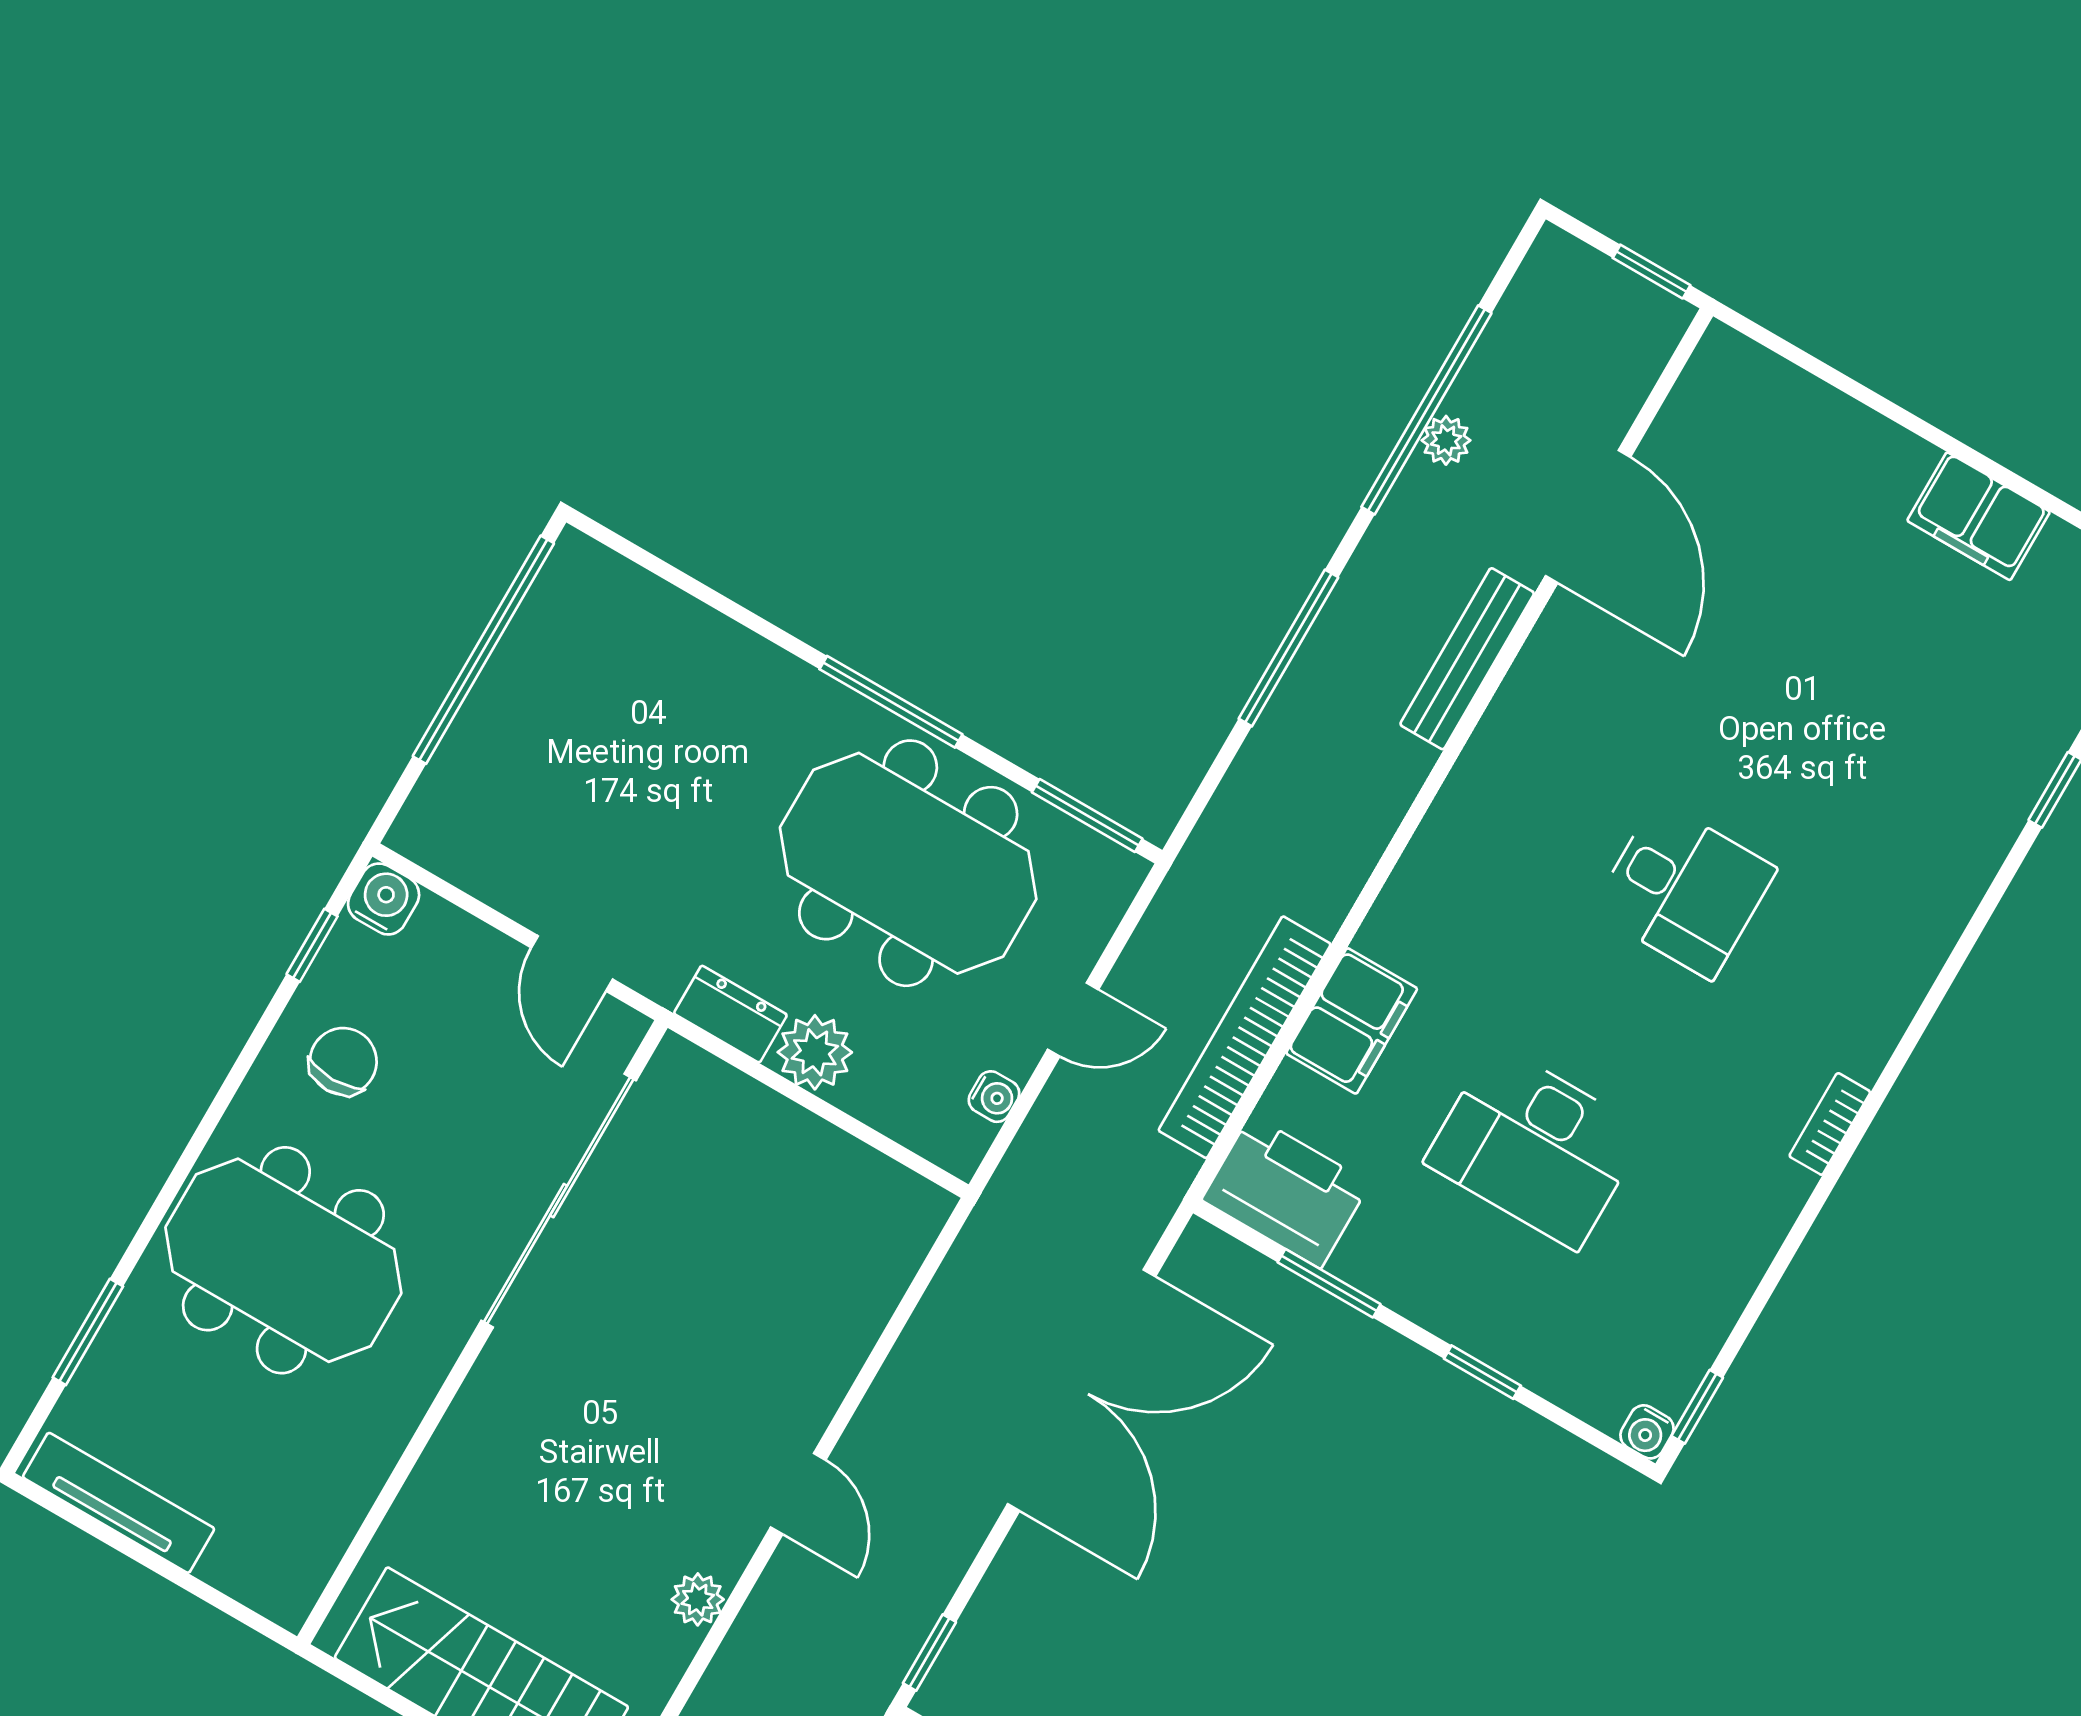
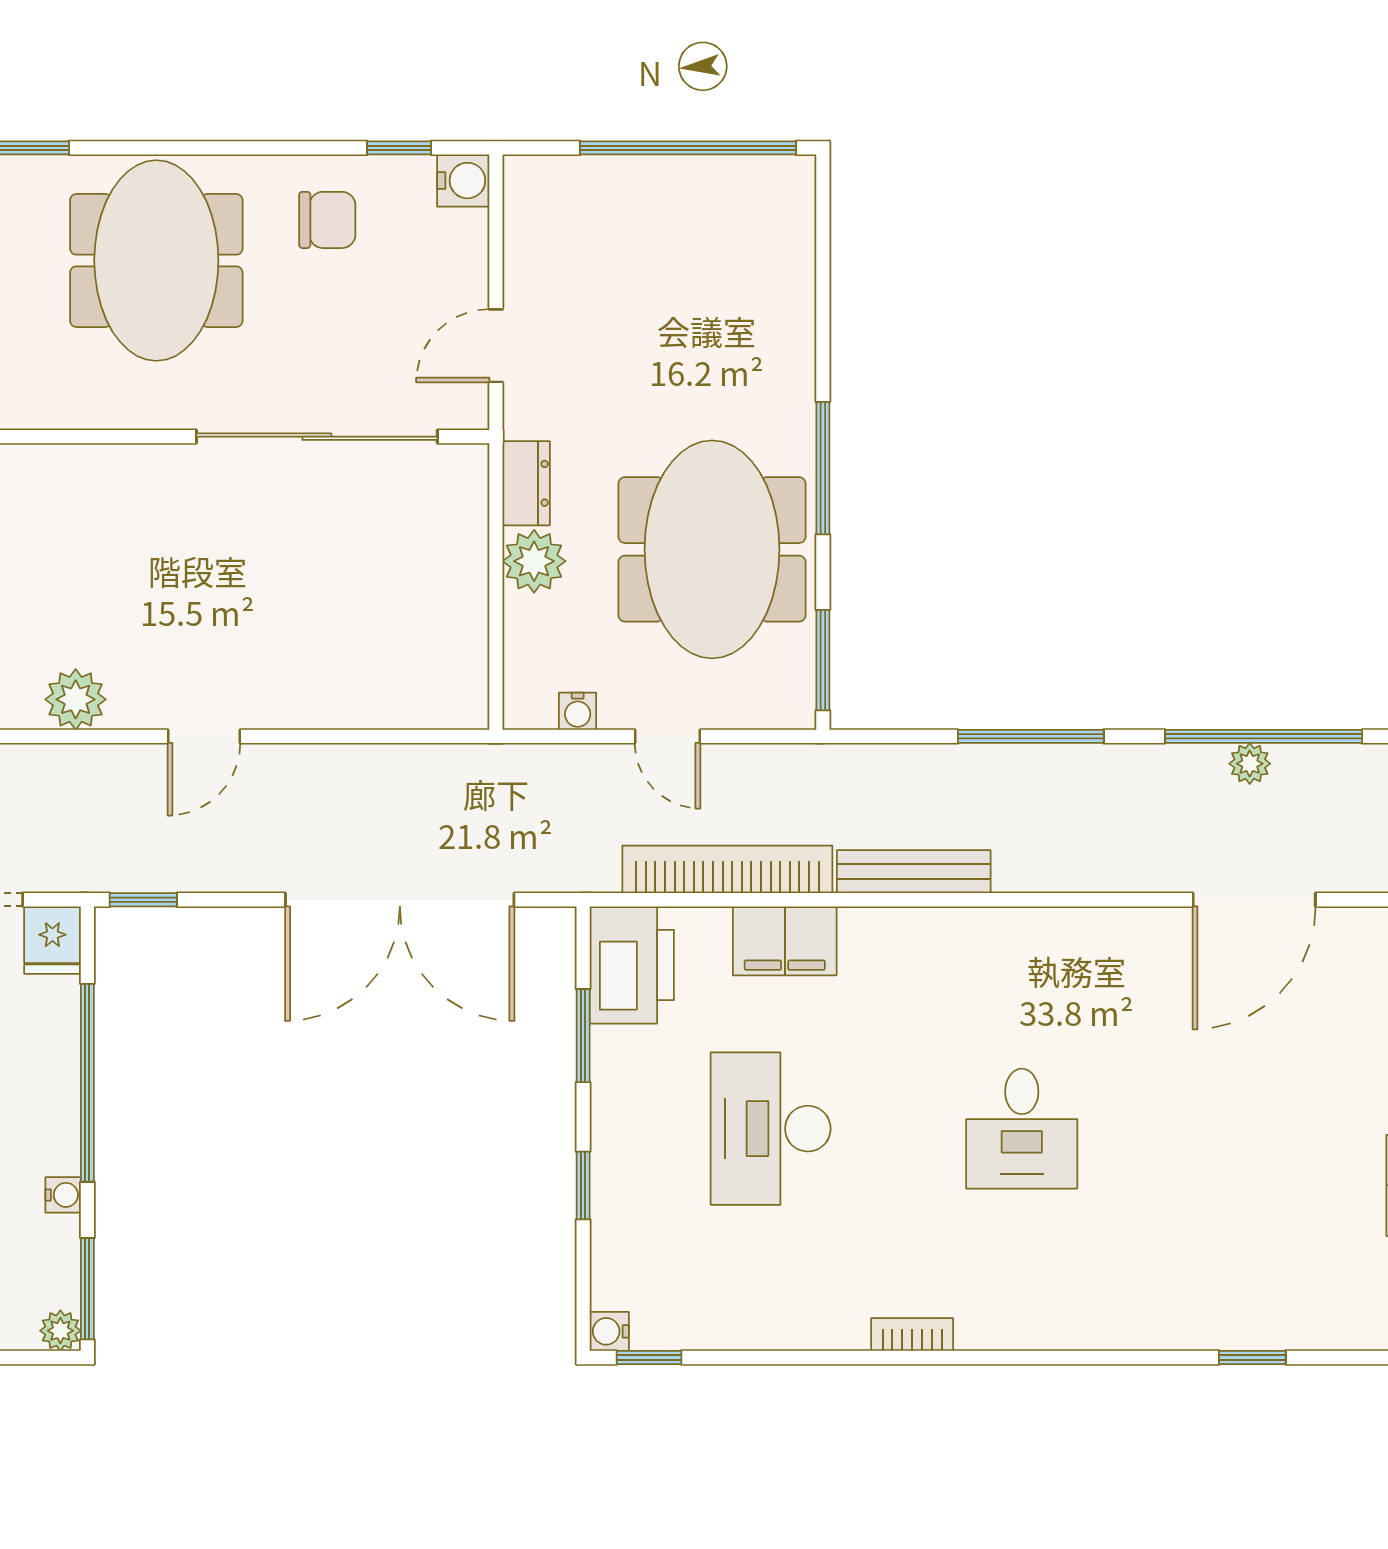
bench: (1467, 659) -> (914, 872), moved
plant: (698, 1599) -> (76, 699), width x1.38, depth x1.38

